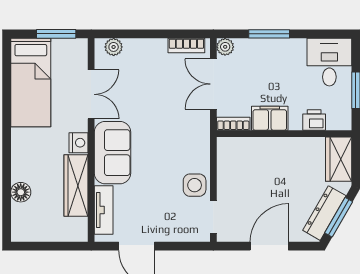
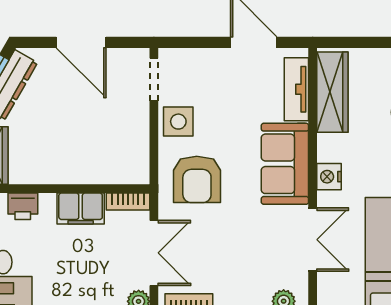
double door: (91, 94) -> (313, 240), swing flipped
armchair: (180, 141) -> (197, 179), added
wardrobe: (76, 186) -> (332, 92), moved
door: (269, 246) -> (81, 42), hinge flipped

